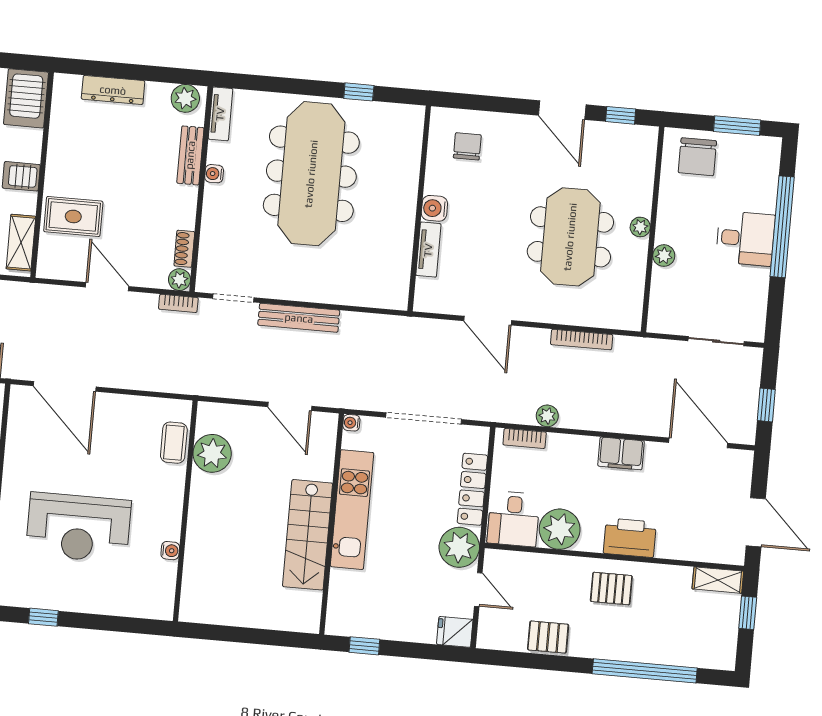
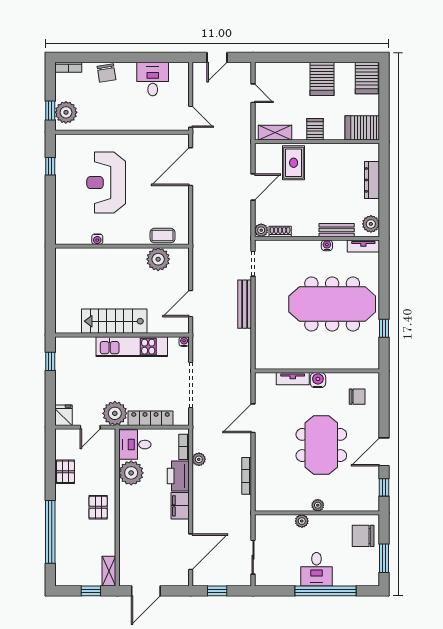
meeting table: (570, 237) -> (321, 445), moved, turned 90
bookcase: (178, 303) -> (247, 231), removed
printer: (630, 538) -> (178, 476), moved, turned 180

